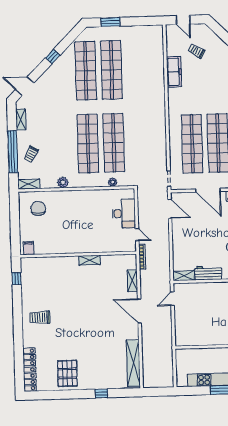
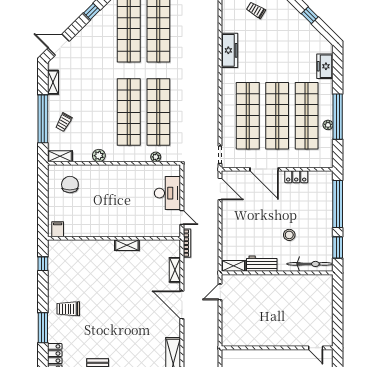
freezer: (174, 72) -> (229, 50), moved
window: (18, 335) -> (43, 328), added

